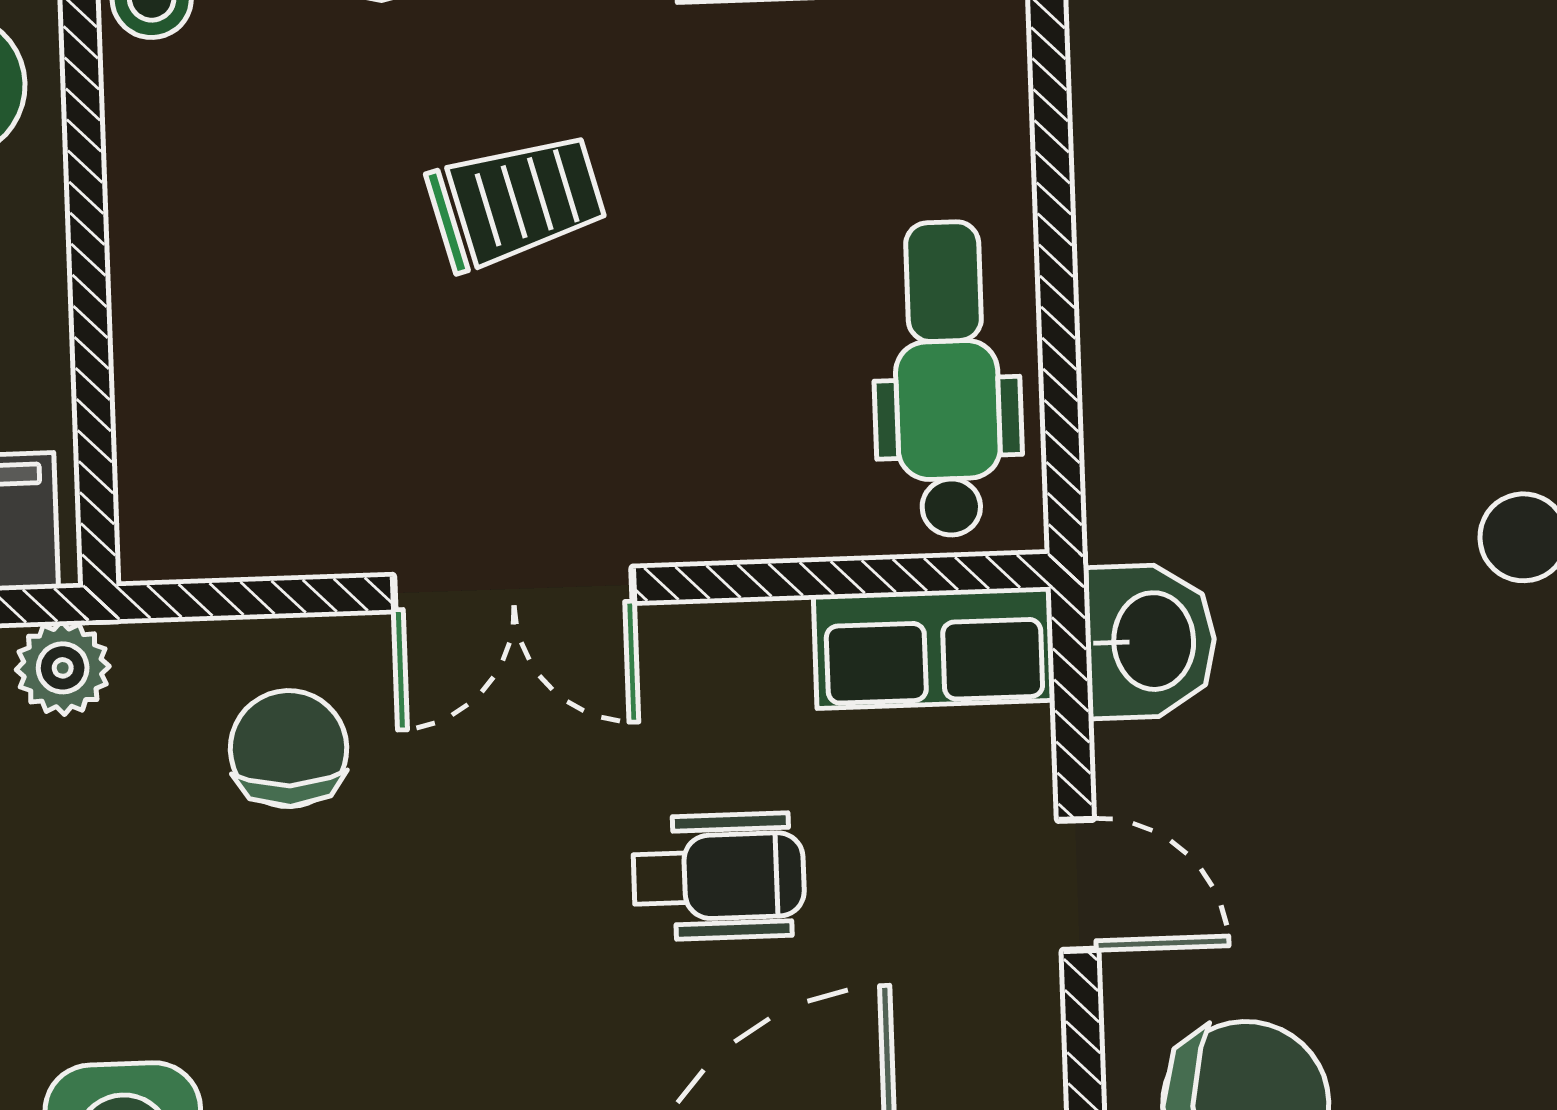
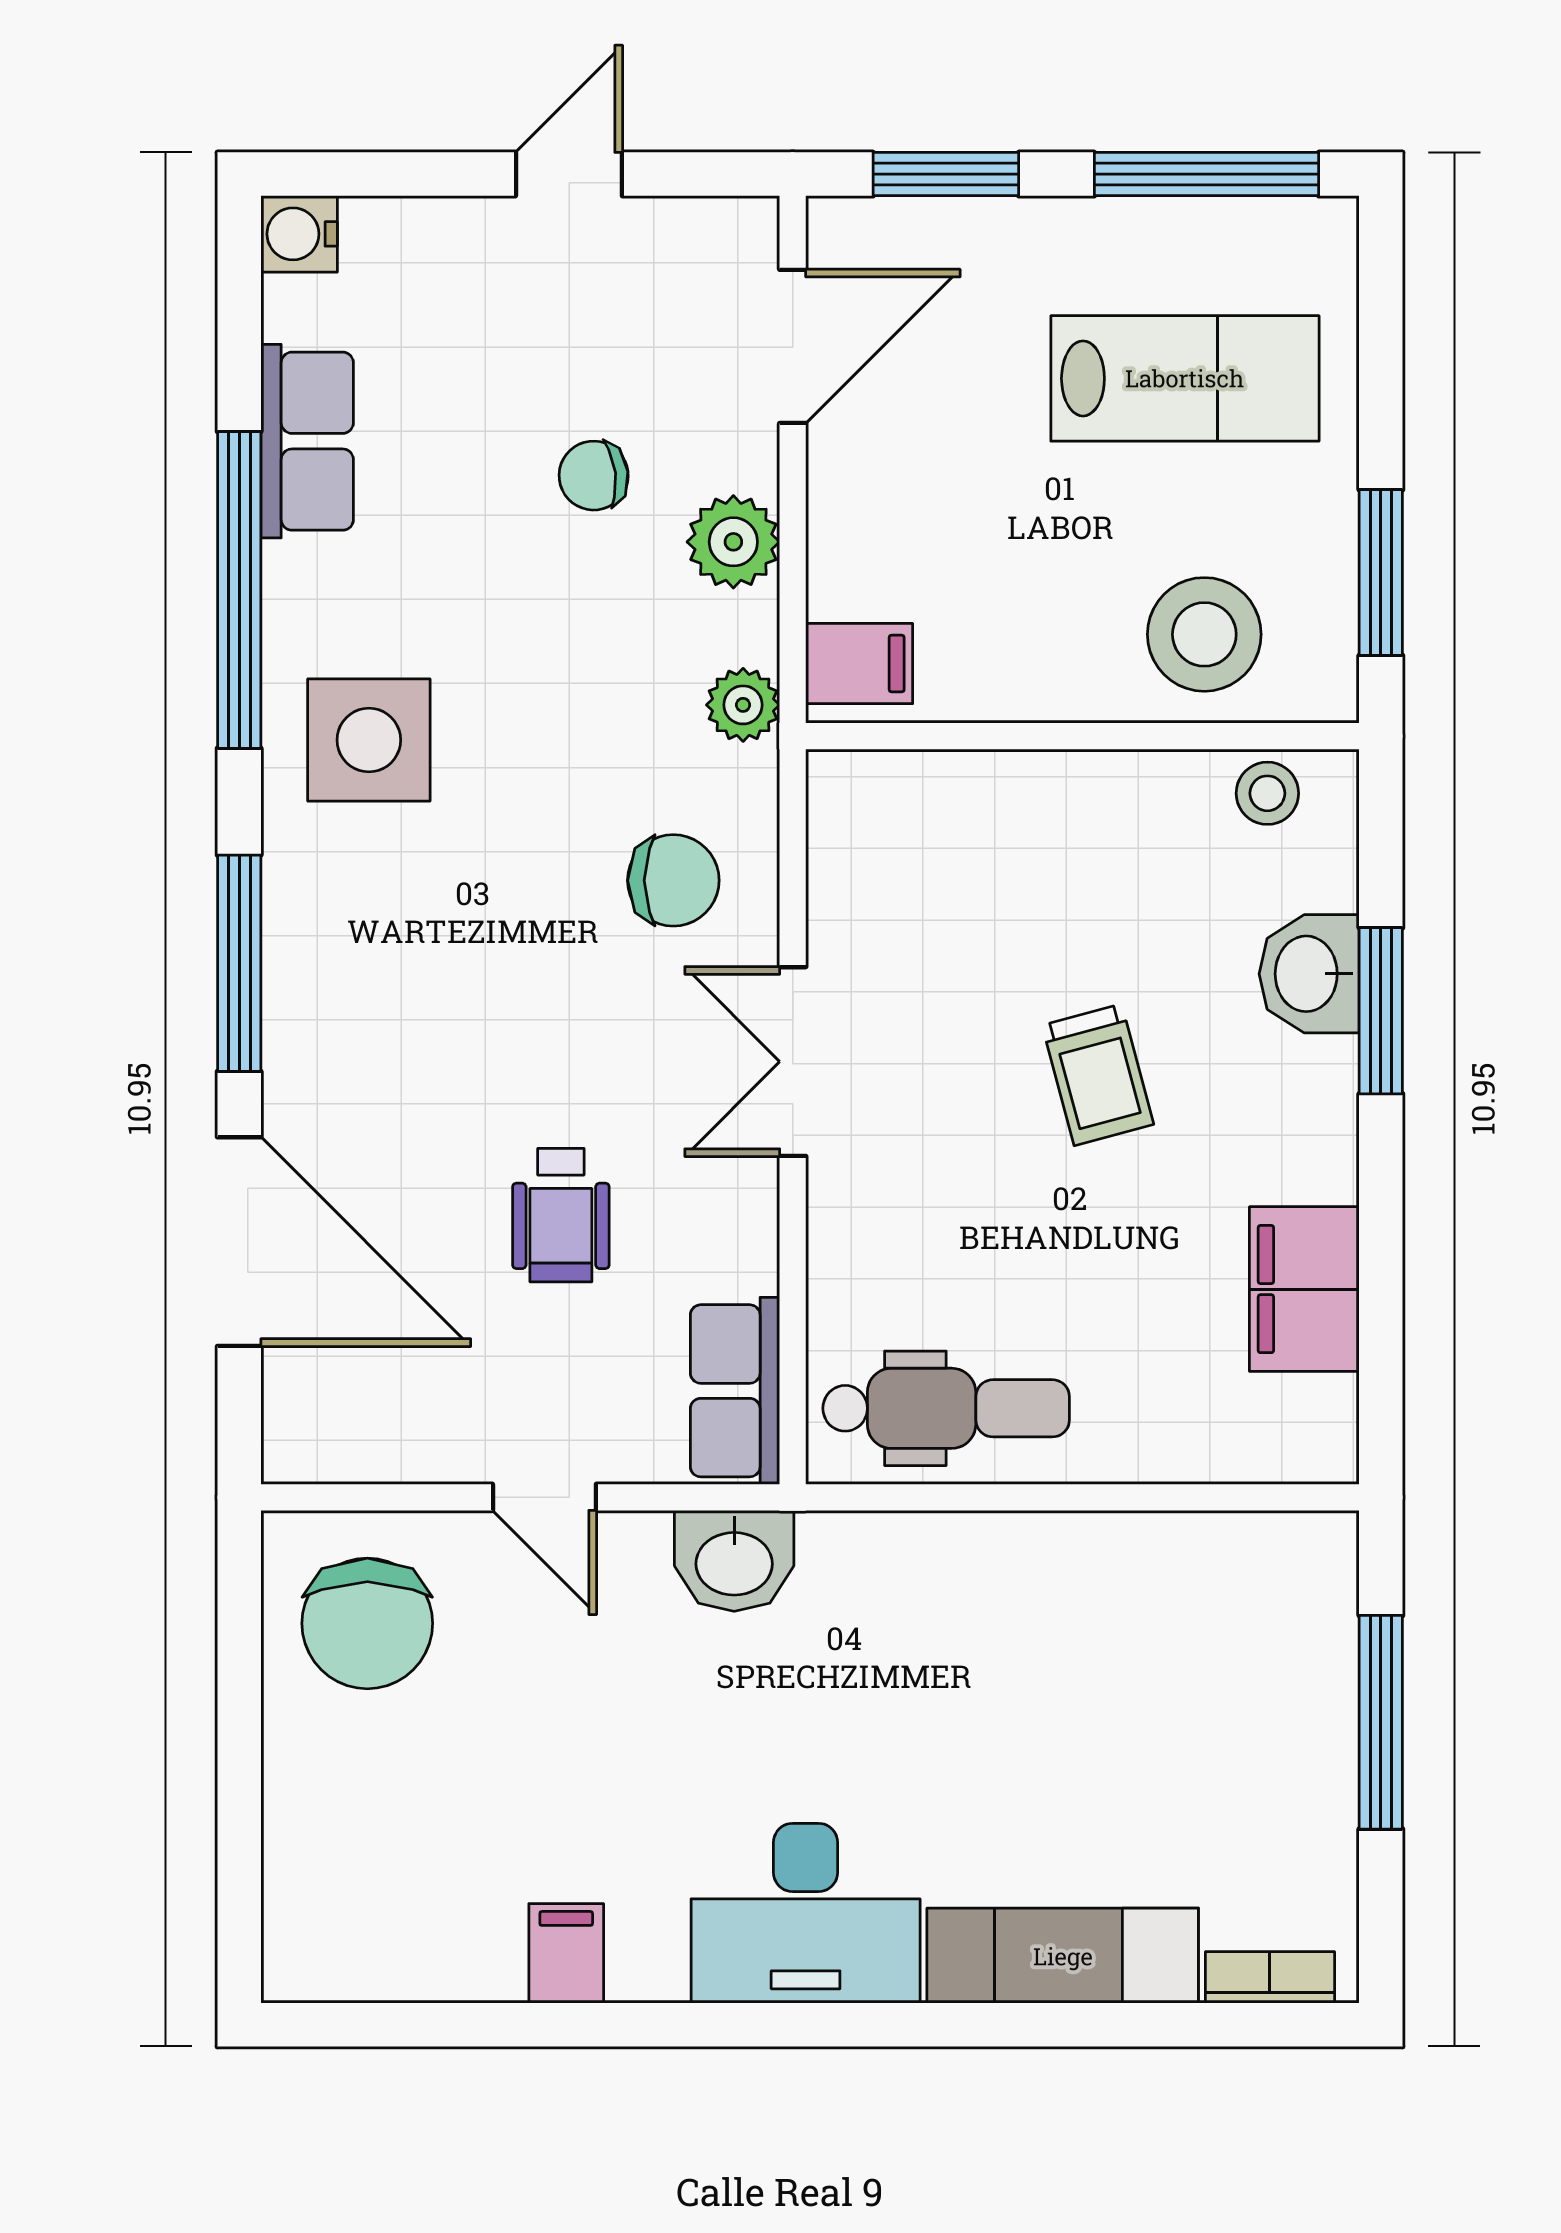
door: (1078, 885) -> (544, 1497), hinge flipped

